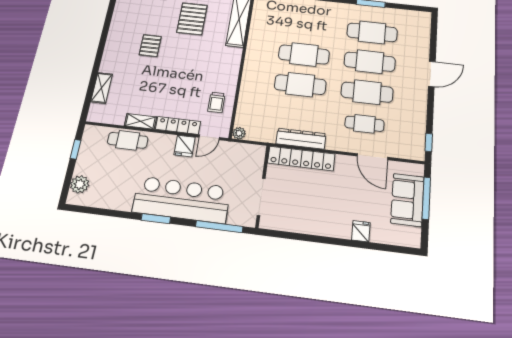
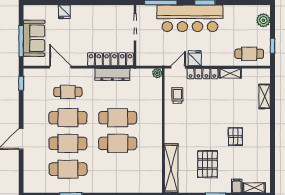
cafe table: (128, 140) -> (249, 54), moved

